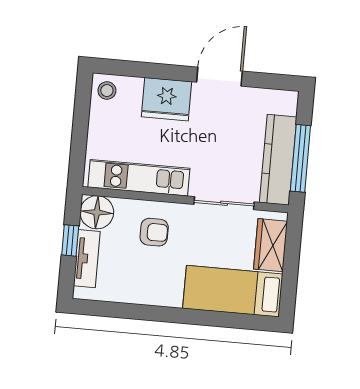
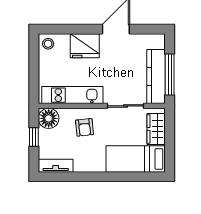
armchair: (154, 232) -> (84, 127), turned 84
tv unit: (87, 259) -> (56, 166), moved, turned -90

